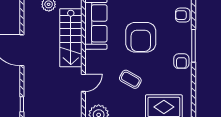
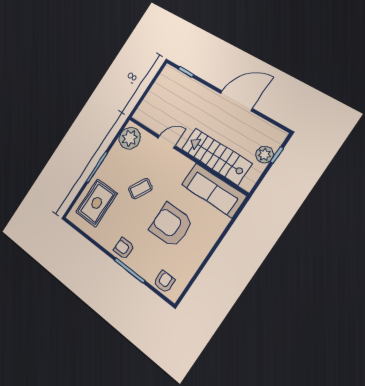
door: (83, 83) -> (167, 142), swing flipped

